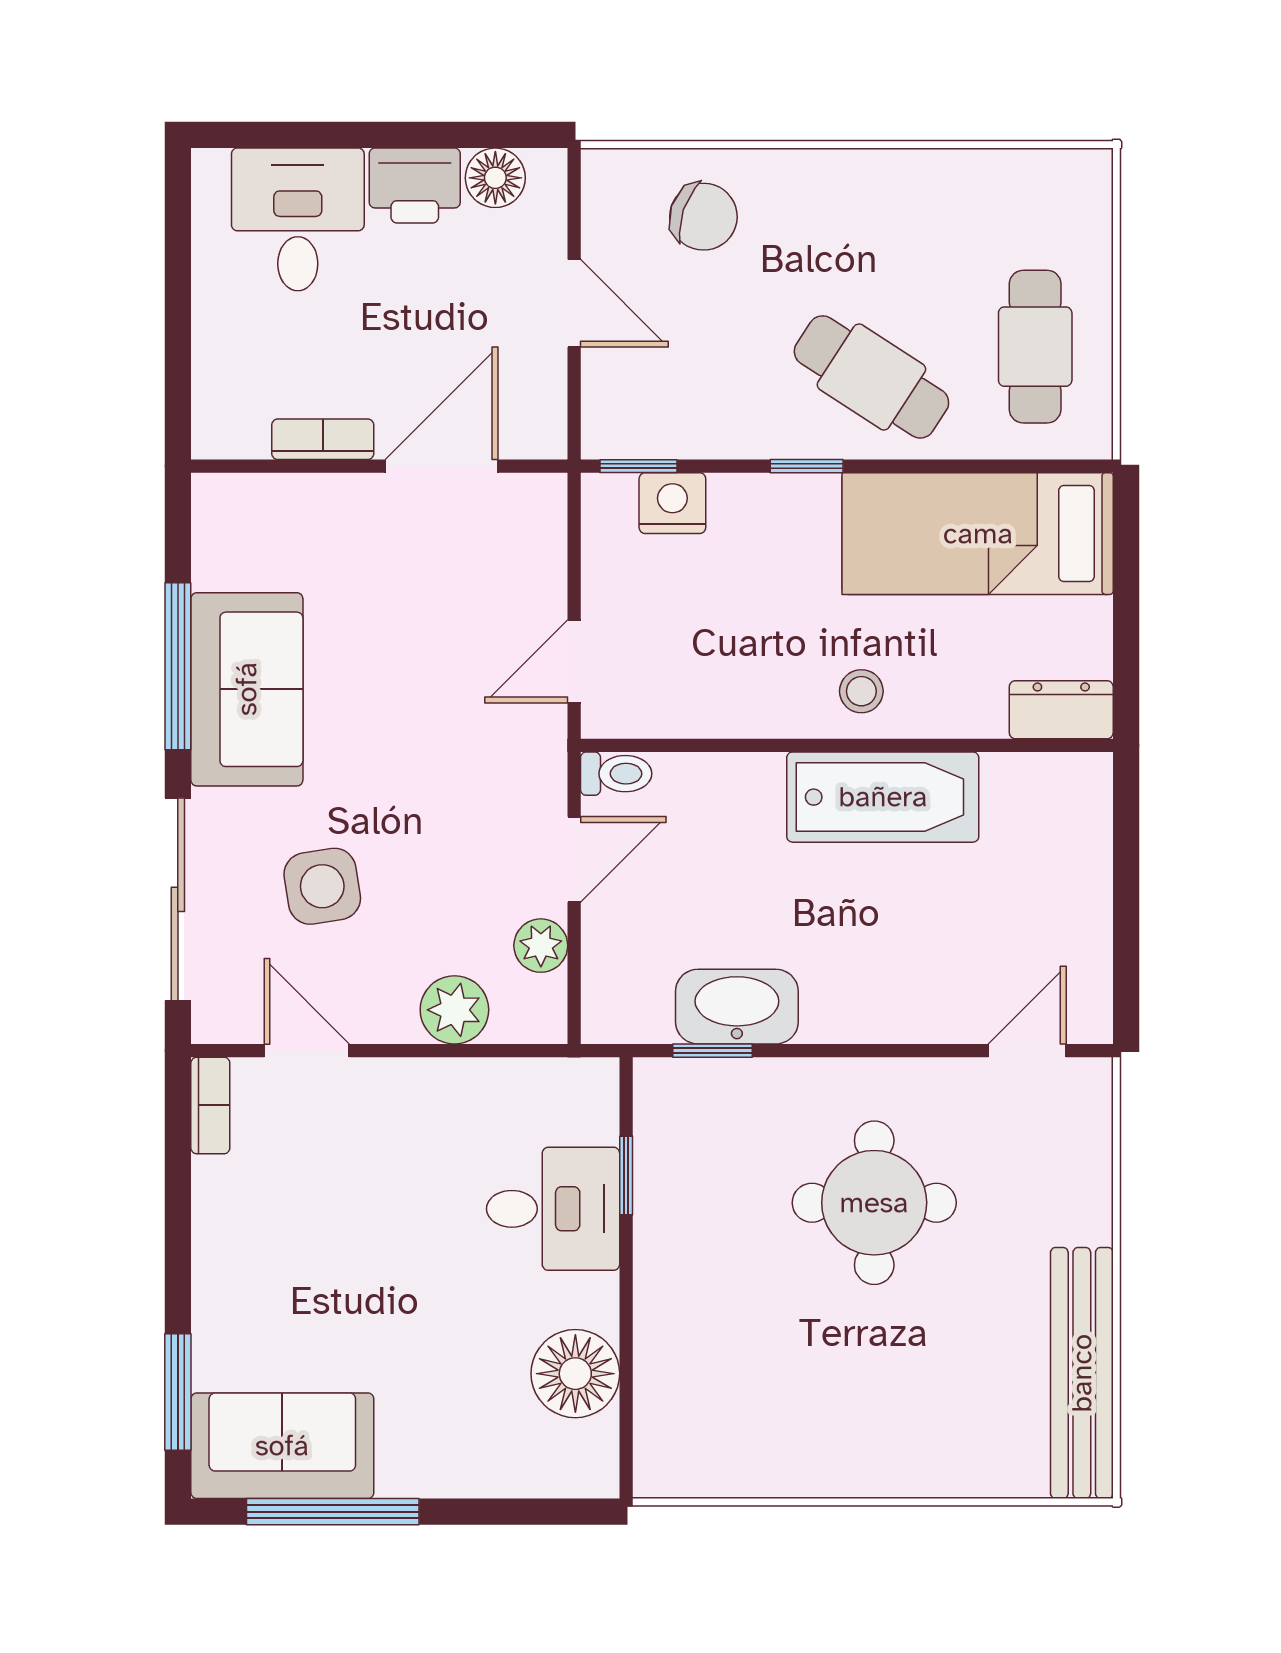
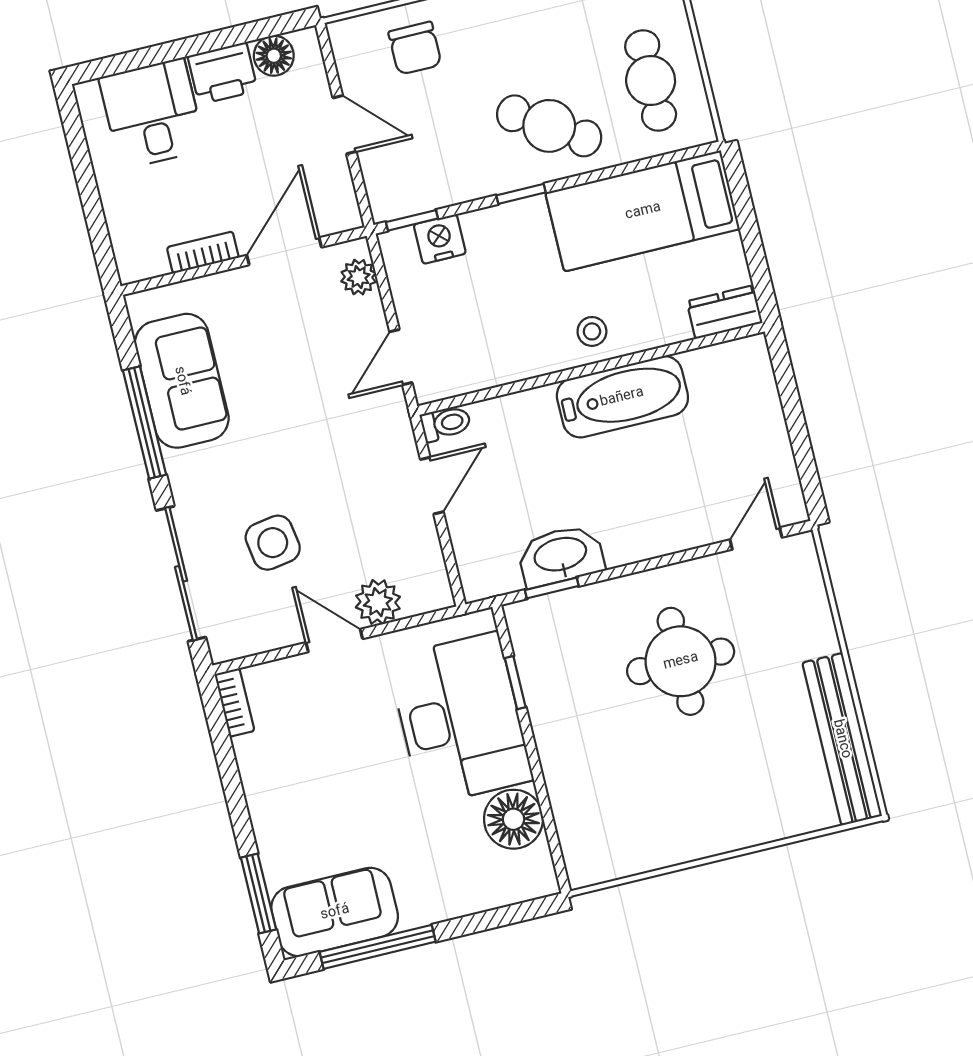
chair: (703, 217) -> (415, 48), turned 71
sofa: (247, 689) -> (182, 381), moved
plant: (541, 946) -> (359, 277), moved
door: (307, 1051) -> (334, 641), moved
desk: (553, 1209) -> (460, 719), width x1.87, depth x1.30

